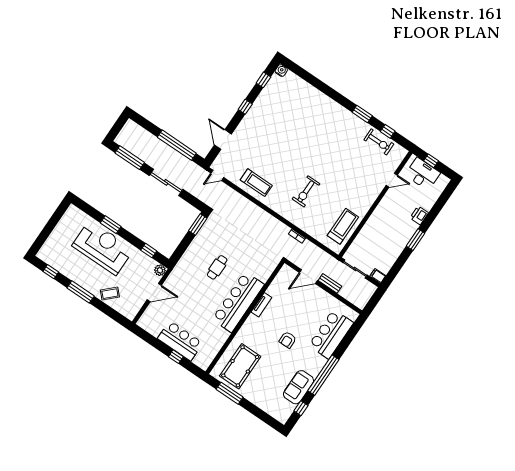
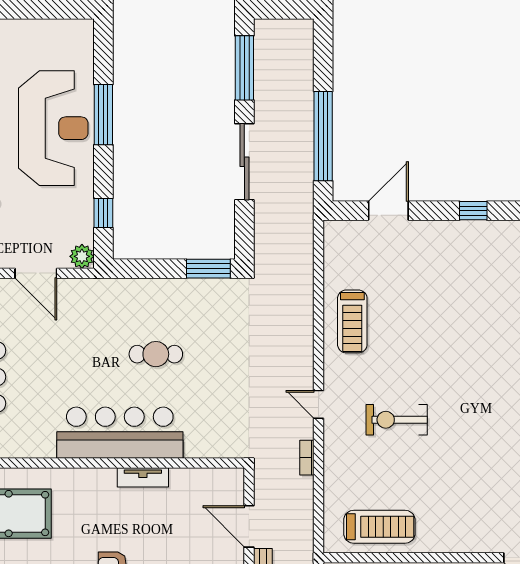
door: (217, 175) -> (319, 404), moved
window: (111, 225) -> (103, 115), width x1.44

